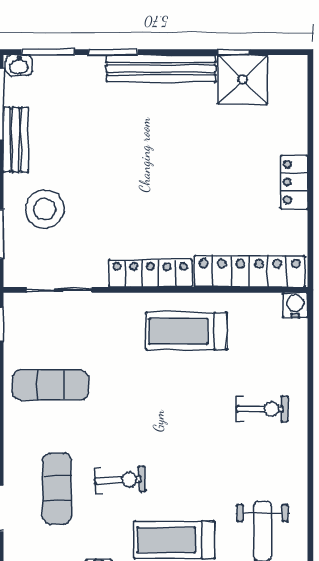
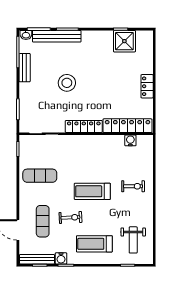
bench: (161, 68) -> (57, 36), moved
stool: (45, 209) -> (67, 83), moved
water cooler: (295, 305) -> (130, 140), moved
treadmill: (186, 331) -> (92, 191), moved

